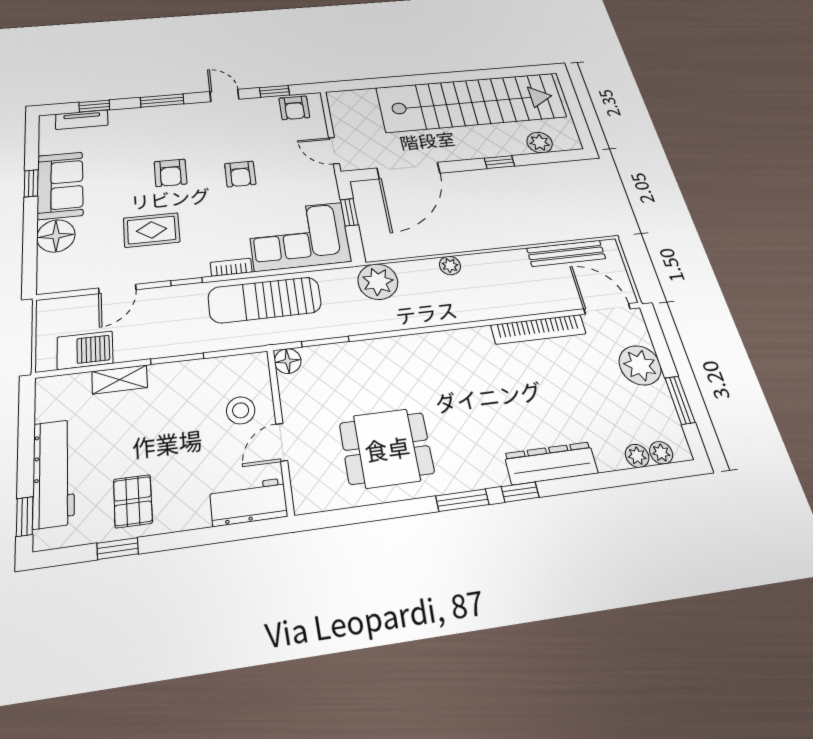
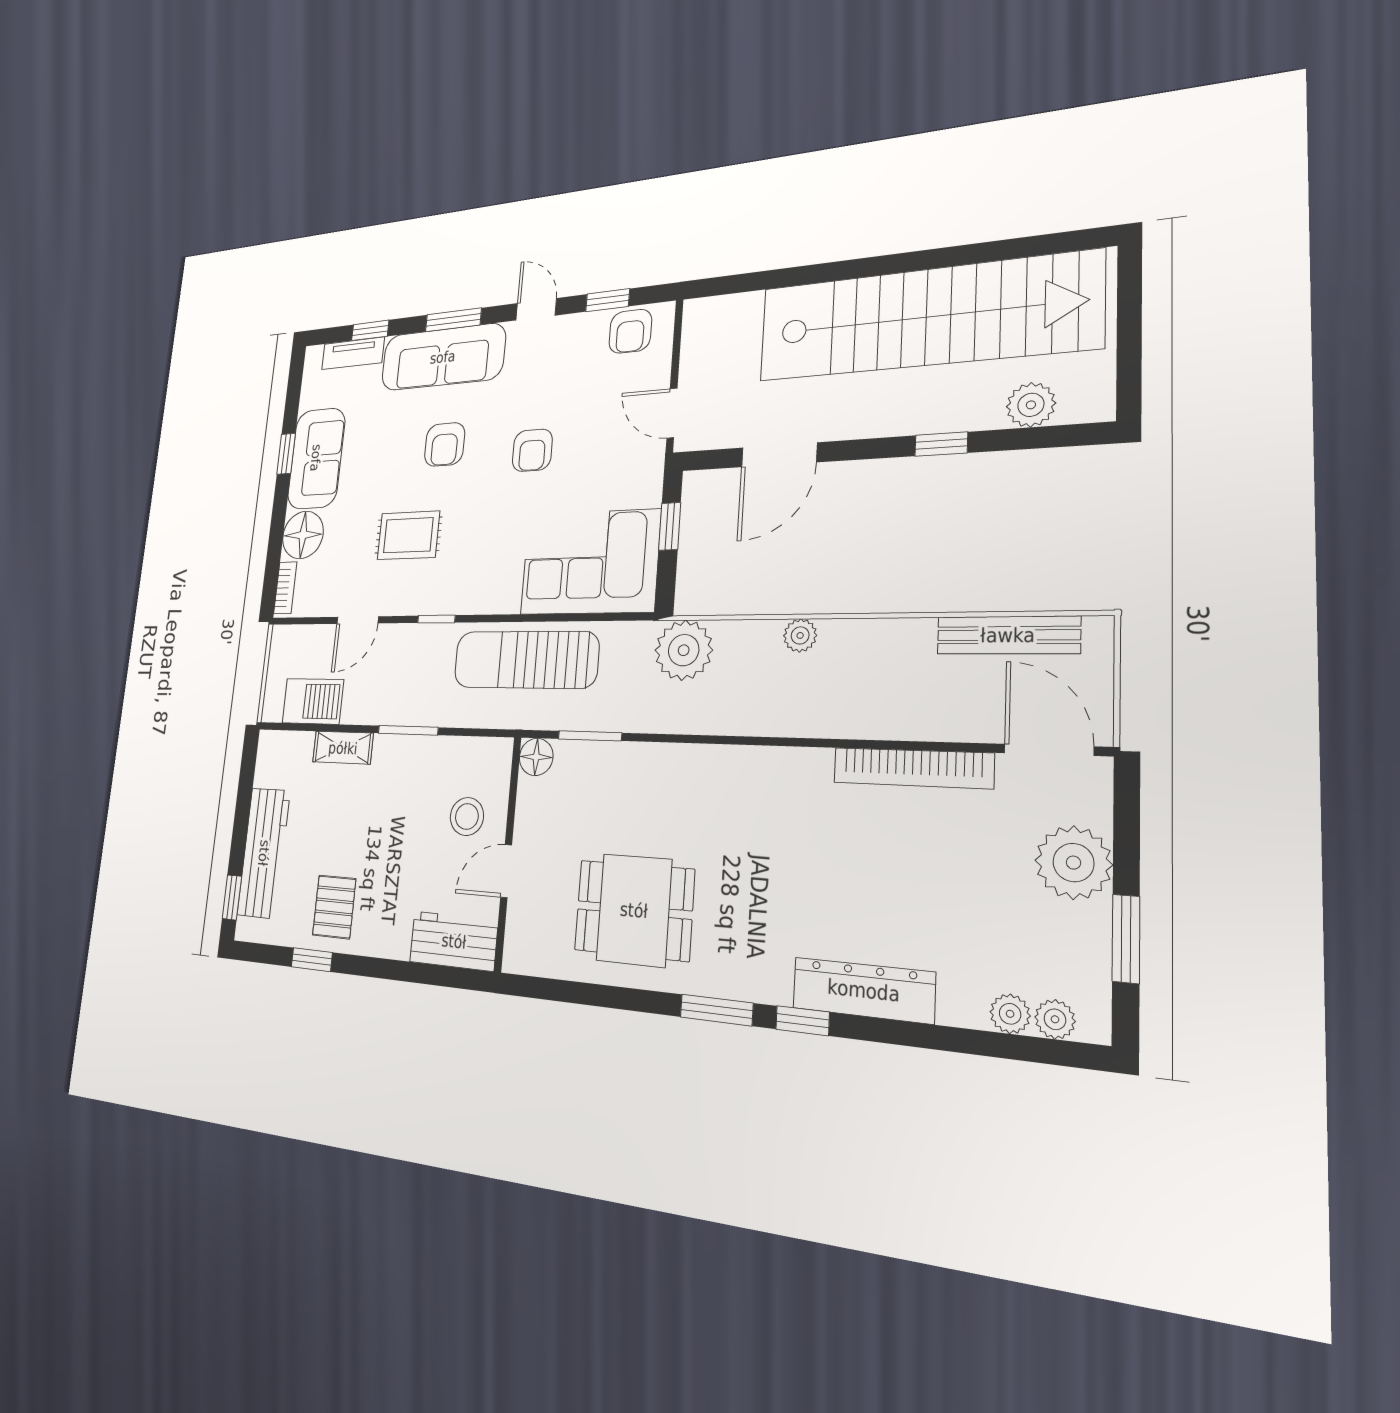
sofa: (158, 122) -> (443, 357), added
door: (408, 171) -> (779, 455), width x0.73
bookcase: (231, 267) -> (285, 588), moved, turned 90

